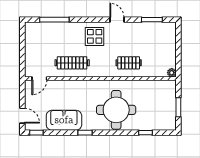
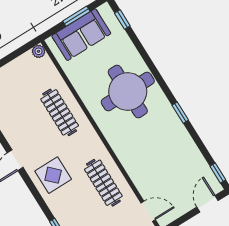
clothes rail: (129, 63) -> (60, 112), width x1.36
sofa: (64, 120) -> (81, 35), moved, turned -90
window: (145, 133) -> (122, 20), moved

